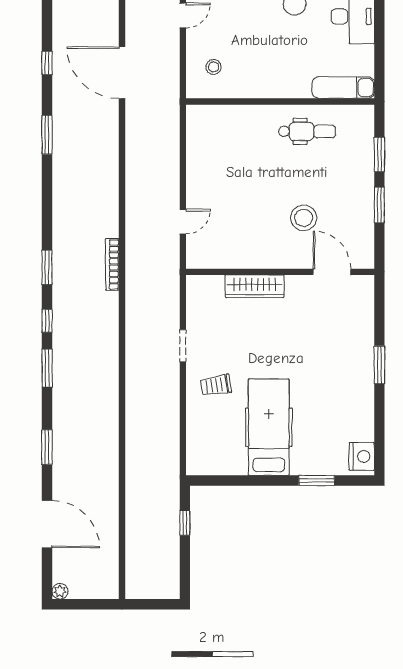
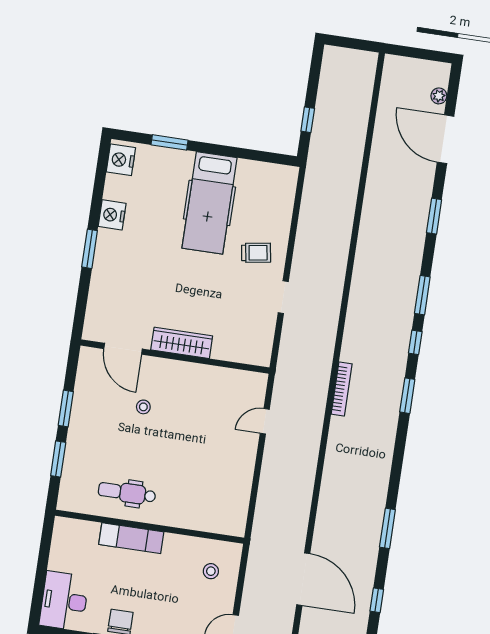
exam couch: (343, 88) -> (131, 538), moved
stool: (304, 218) -> (143, 407), width x0.53, depth x0.53
wardrobe: (255, 286) -> (182, 343), moved
nightstand: (362, 401) -> (112, 215), added
plant: (60, 591) -> (439, 96), moved

